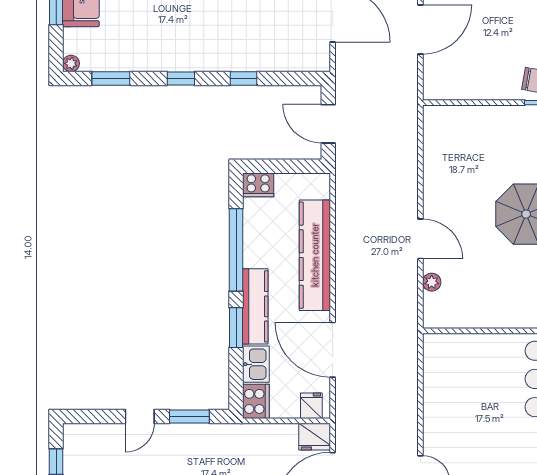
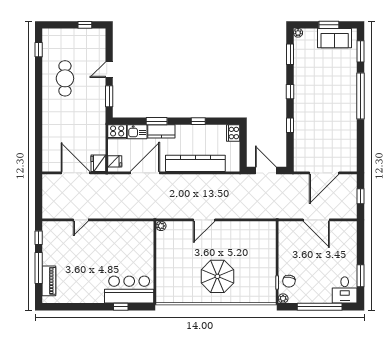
door: (328, 124) -> (266, 170), hinge flipped
window: (236, 250) -> (198, 121), width x0.32
plant: (432, 282) -> (161, 226), moved
kitchen counter: (255, 306) -> (161, 131), width x0.67
door: (140, 416) -> (109, 70), hinge flipped

